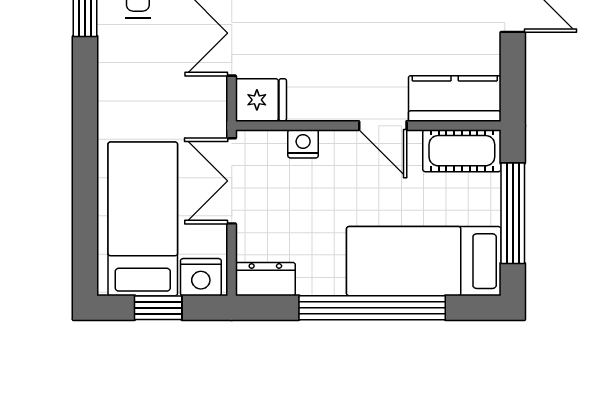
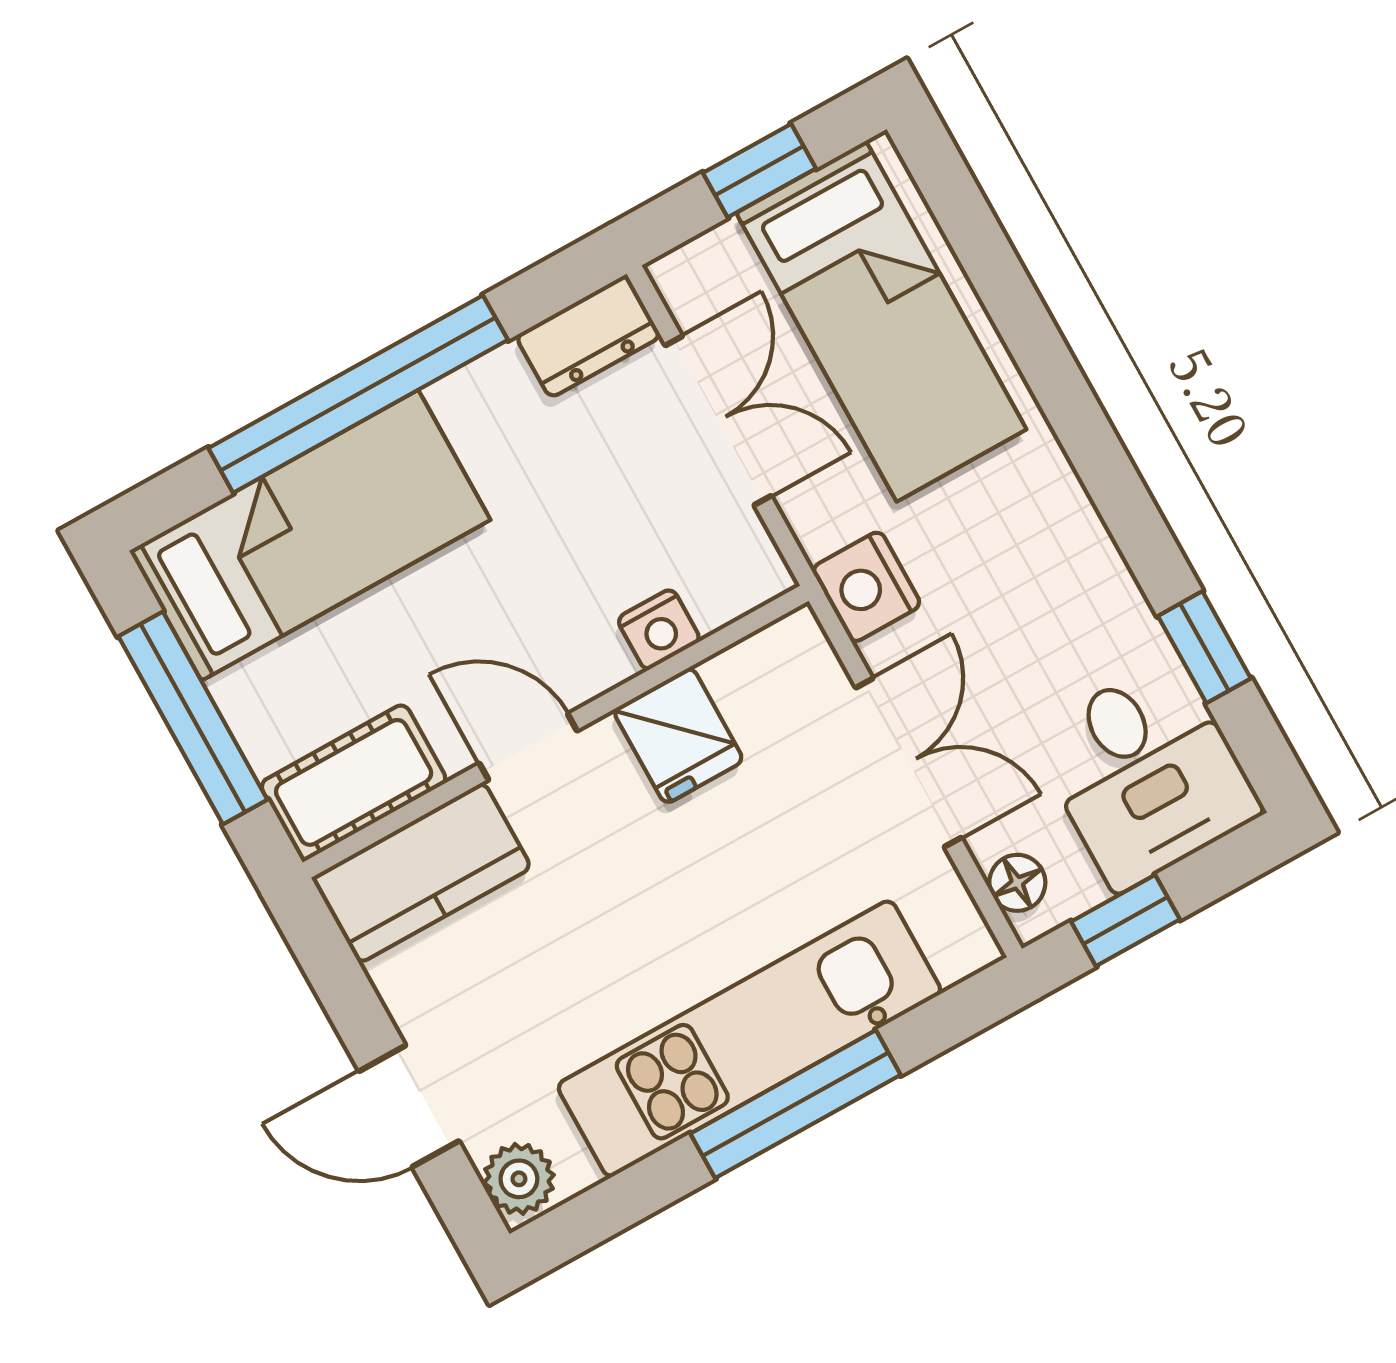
fridge: (261, 100) -> (678, 735), moved, turned -90
double door: (232, 181) -> (718, 421), moved
nightstand: (201, 277) -> (866, 587), moved, turned -90

